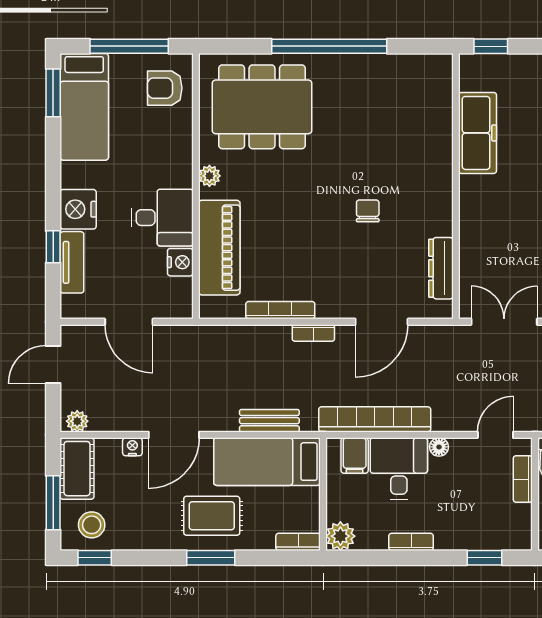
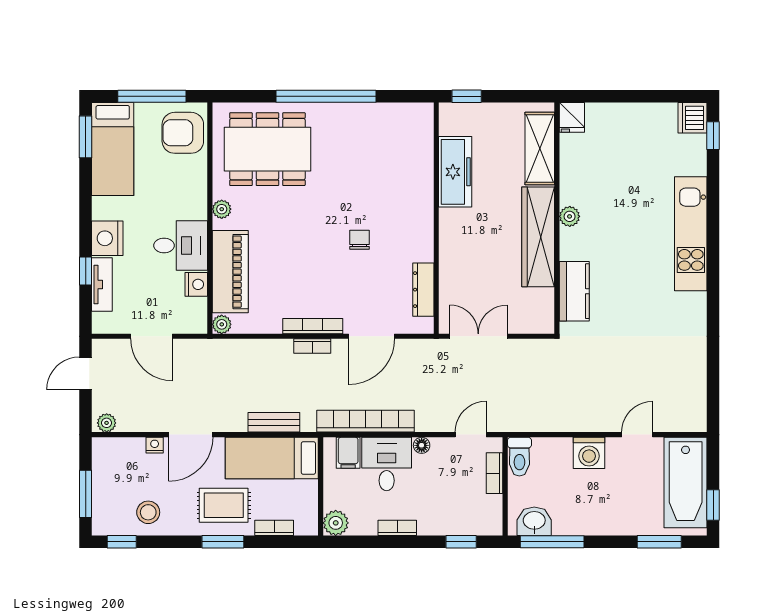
armchair: (165, 88) -> (183, 133), width x1.38, depth x1.38
plant: (209, 308) -> (222, 324), added
bookcase: (280, 310) -> (313, 326), moved
cot: (77, 469) -> (106, 464), removed
stool: (92, 525) -> (148, 512), moved
bookcase: (298, 542) -> (274, 528), moved

